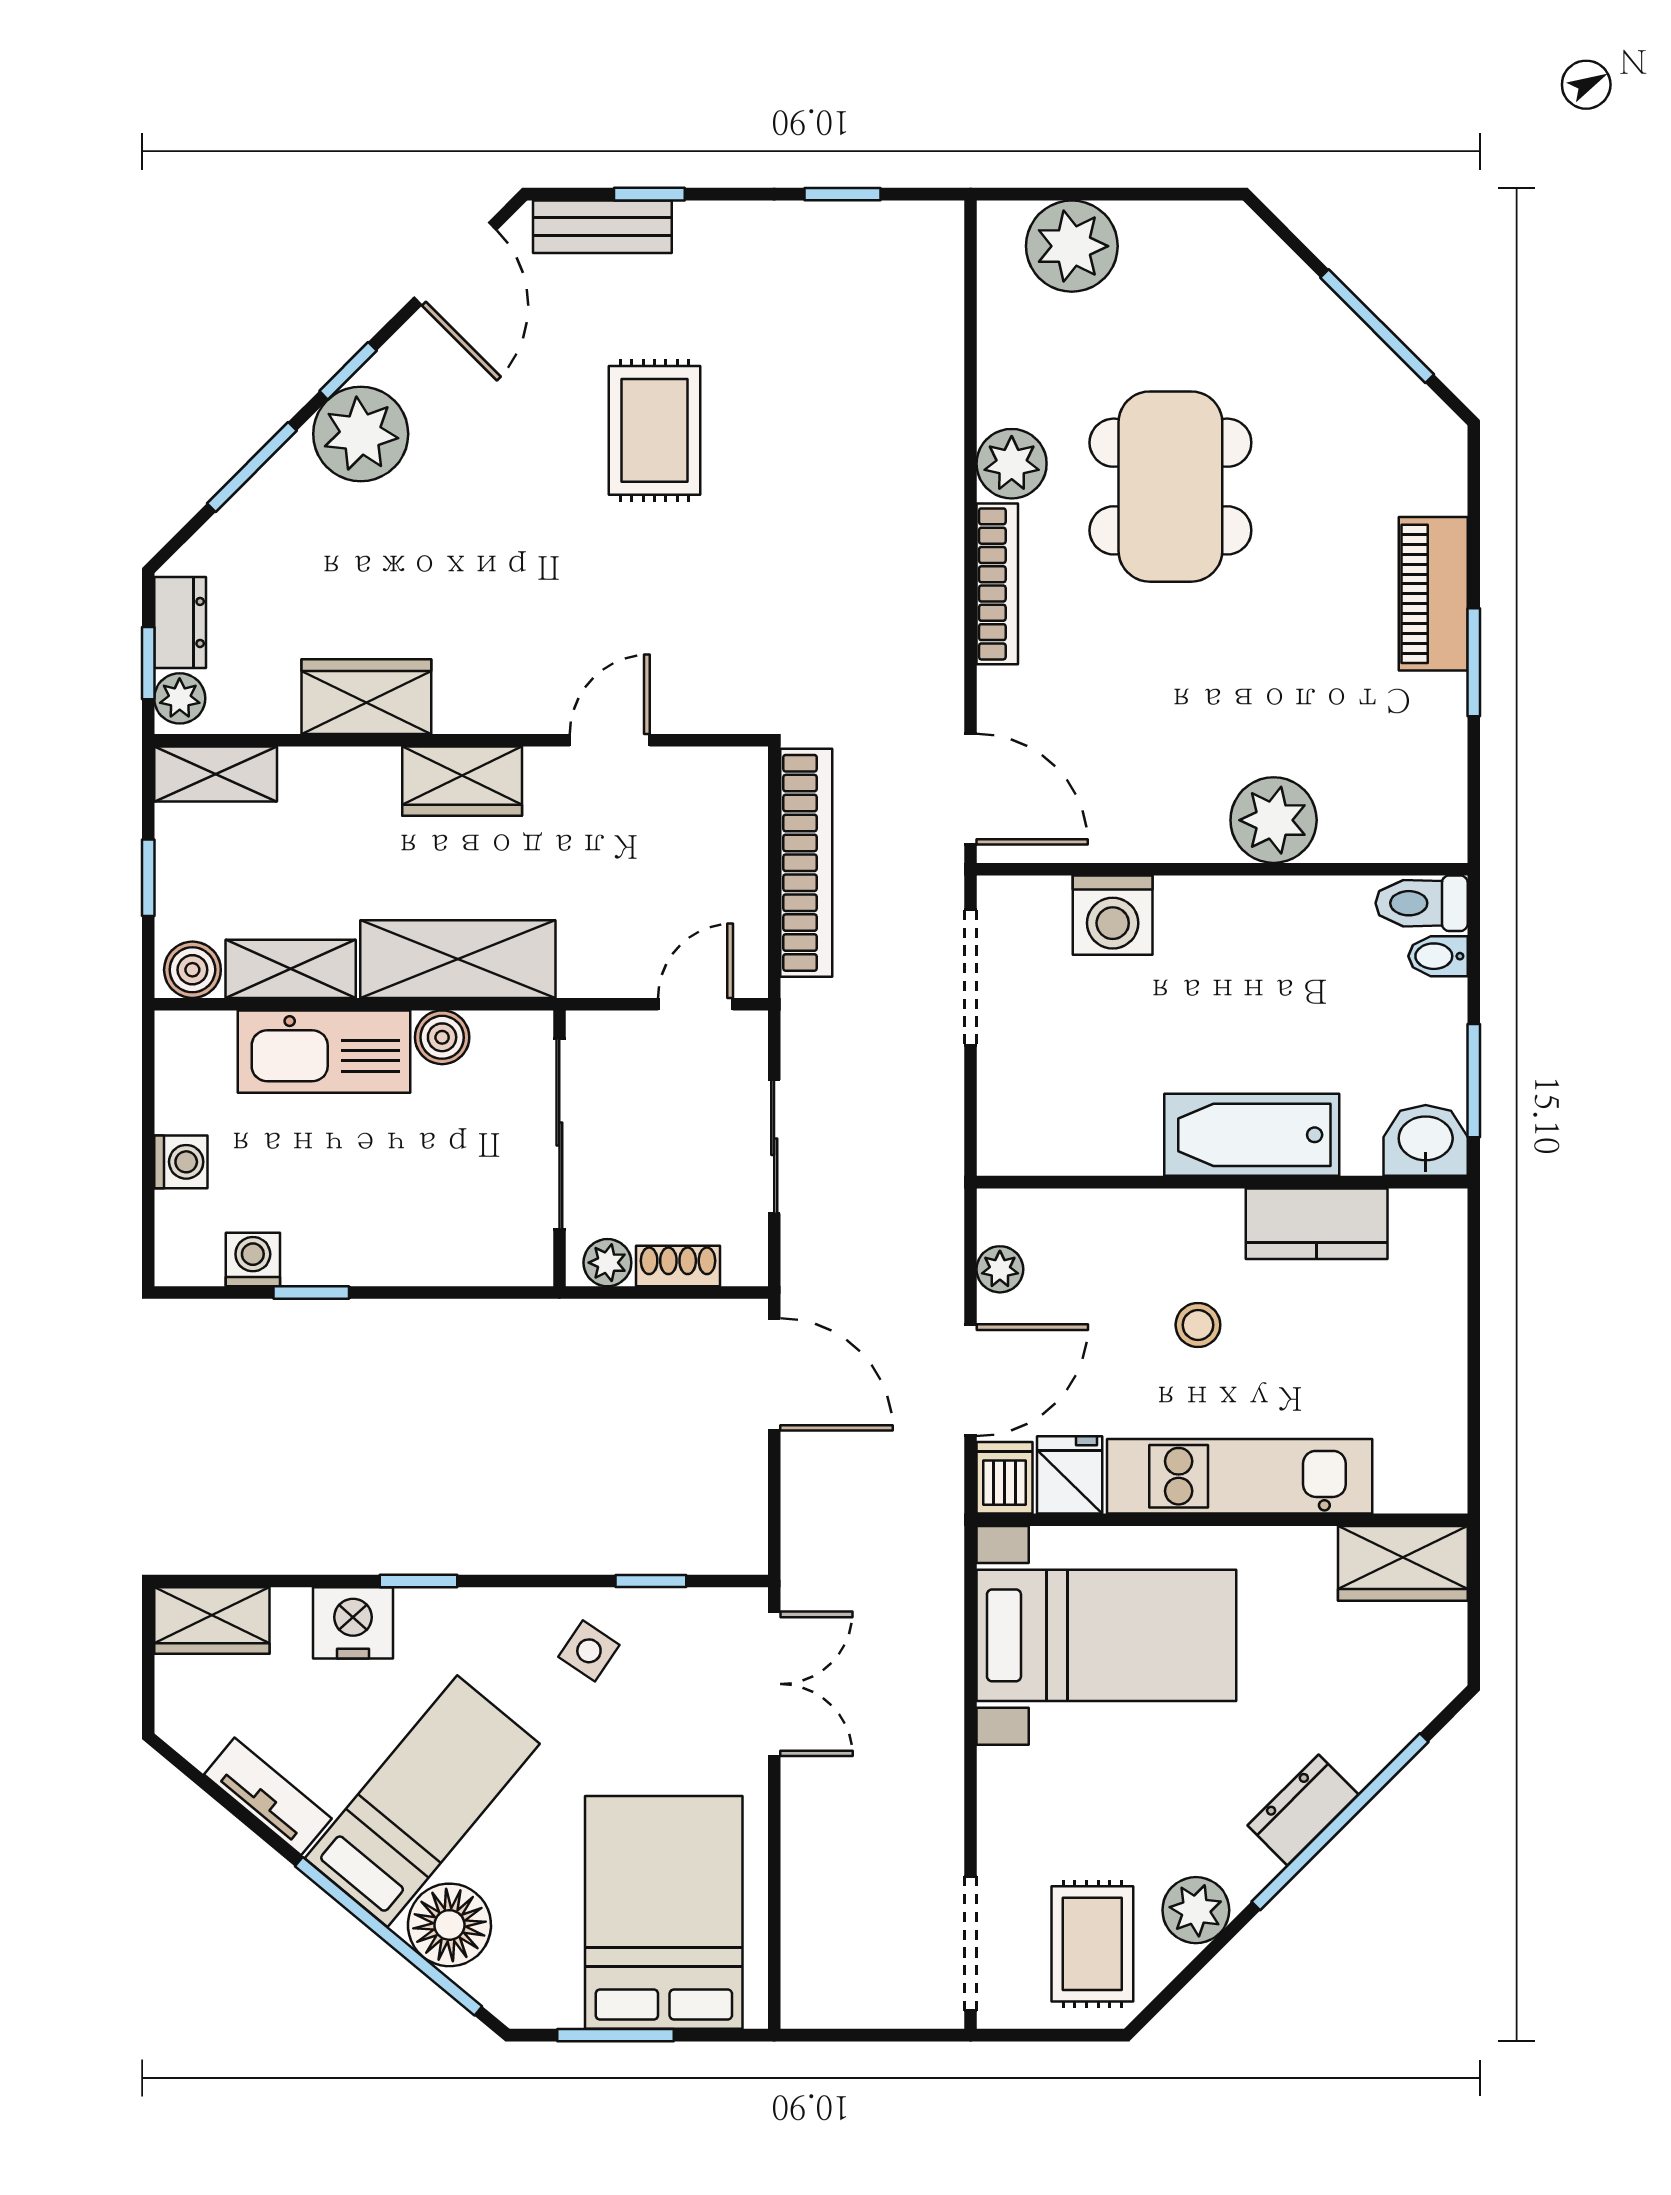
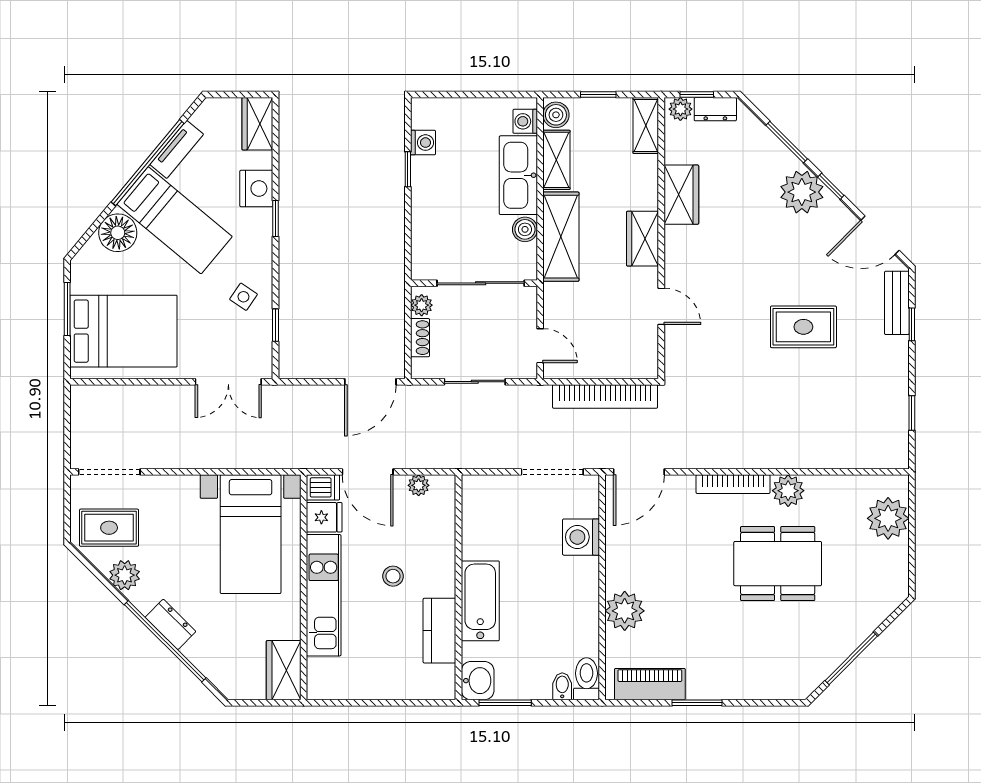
piano: (1433, 594) -> (650, 684), moved
washing machine: (181, 1162) -> (525, 121), moved, turned 90
window: (389, 1936) -> (148, 163), moved

